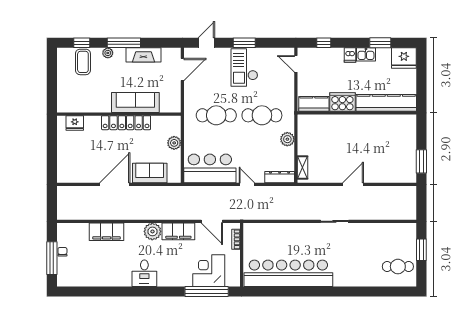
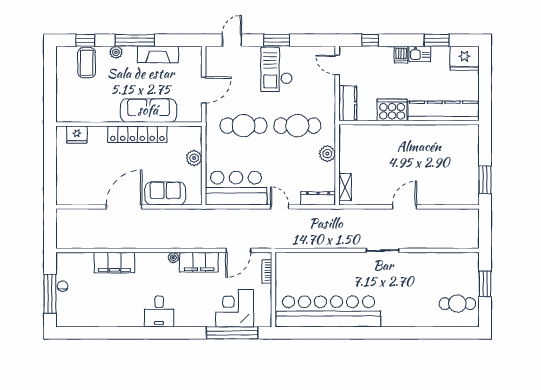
door: (182, 70) -> (204, 90), moved
kitchen counter: (314, 104) -> (348, 103), moved, turned 90
door: (212, 221) -> (238, 250), hinge flipped
plant: (152, 231) -> (173, 258), width x0.53, depth x0.53

